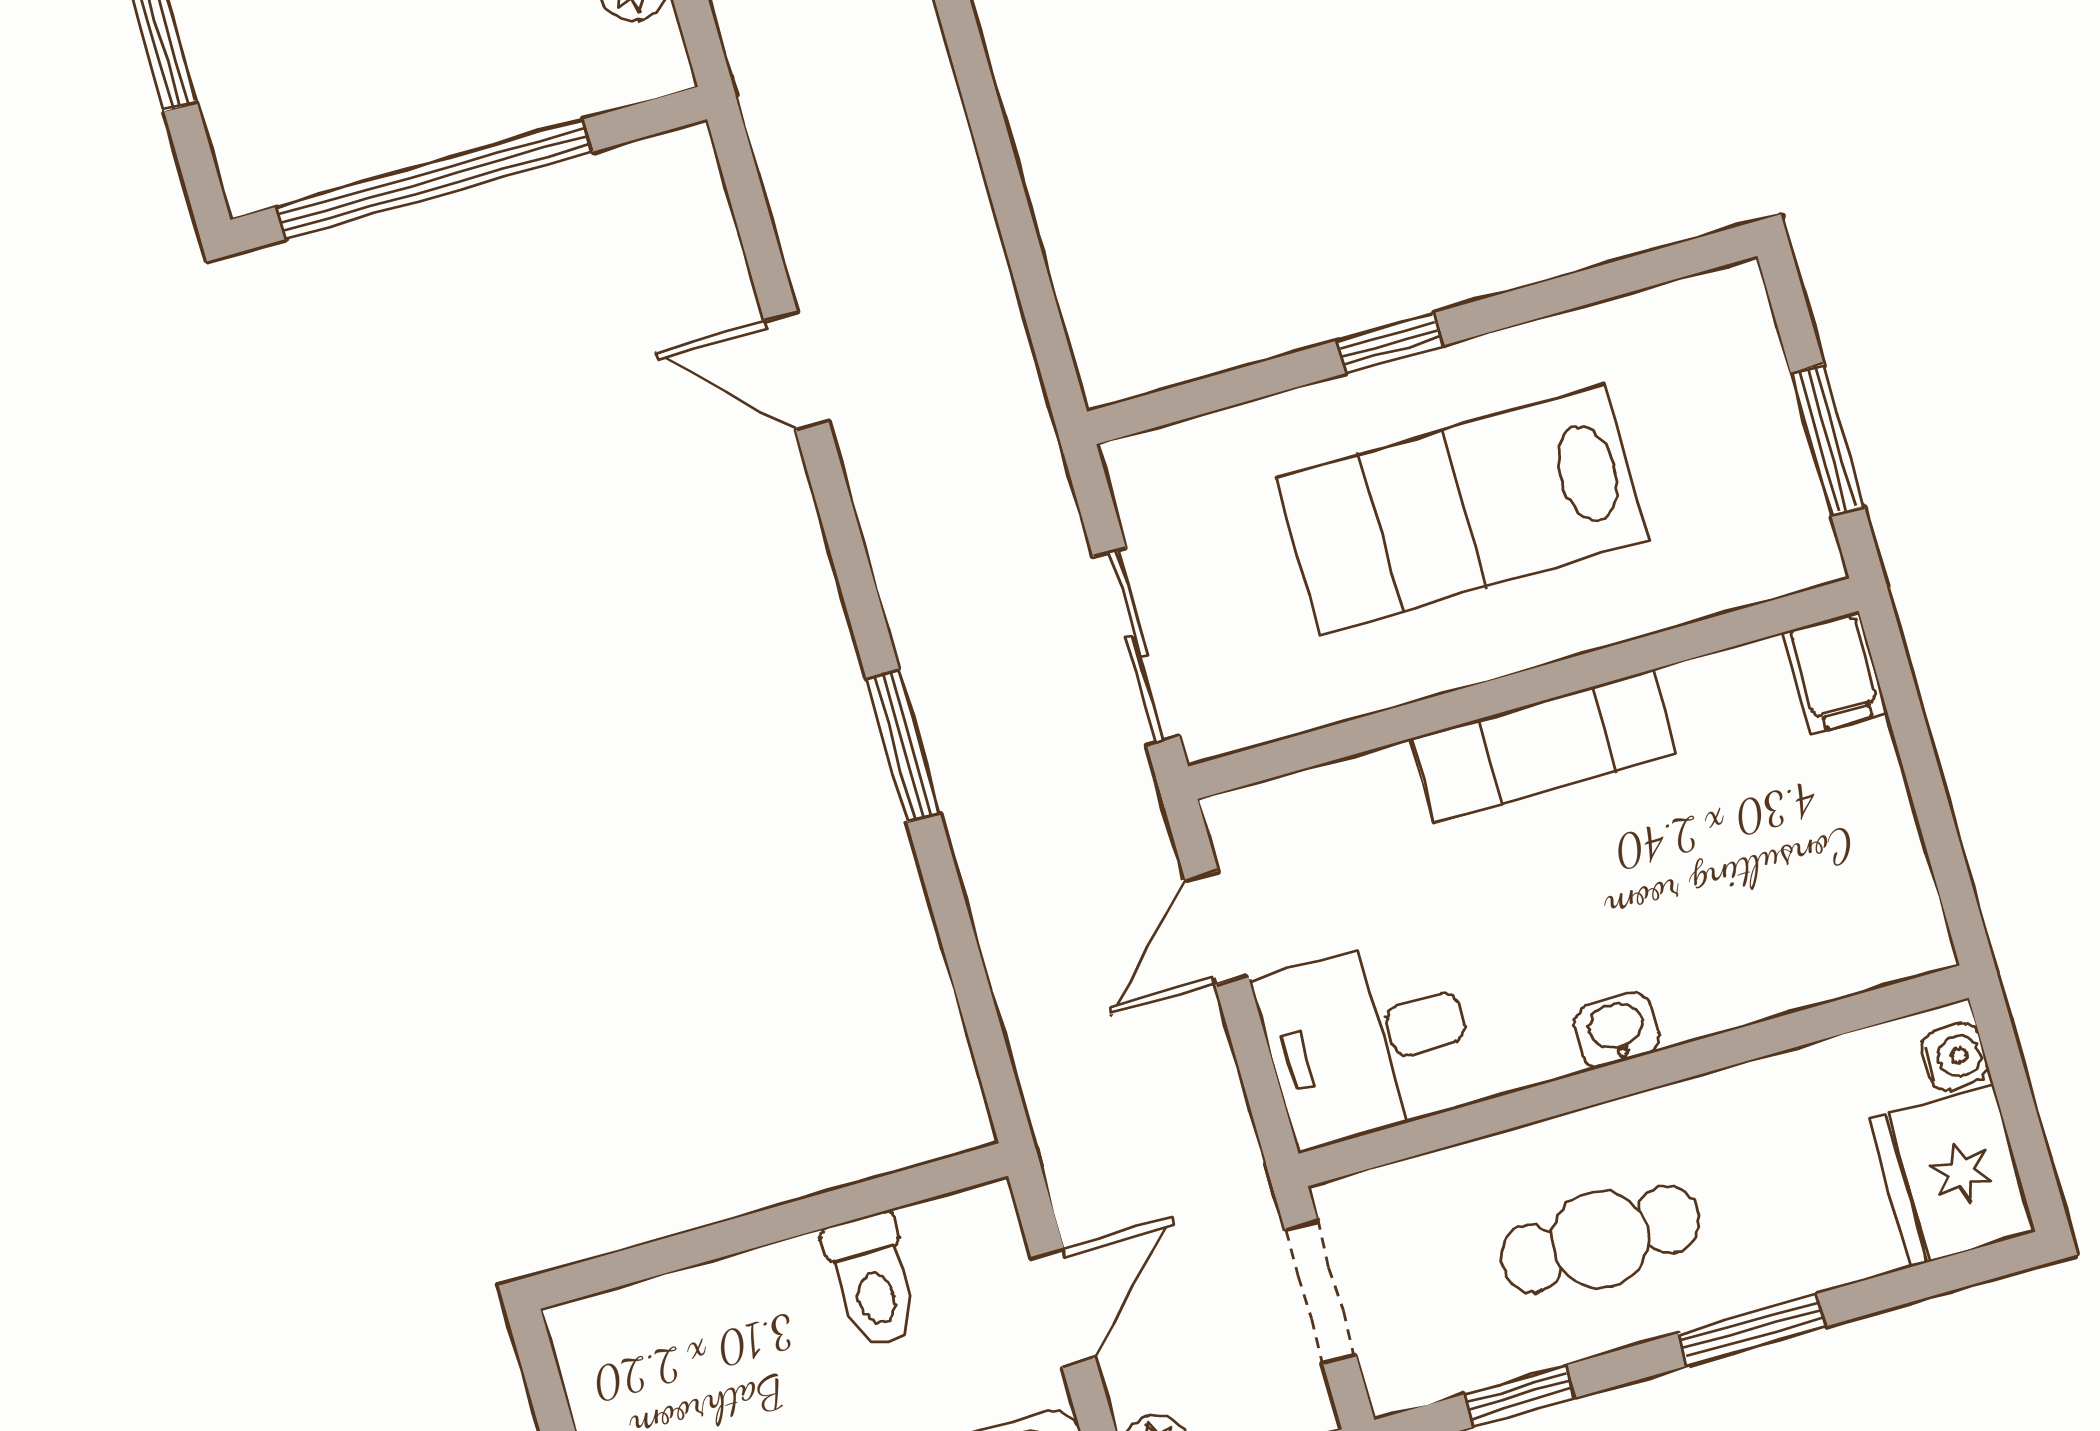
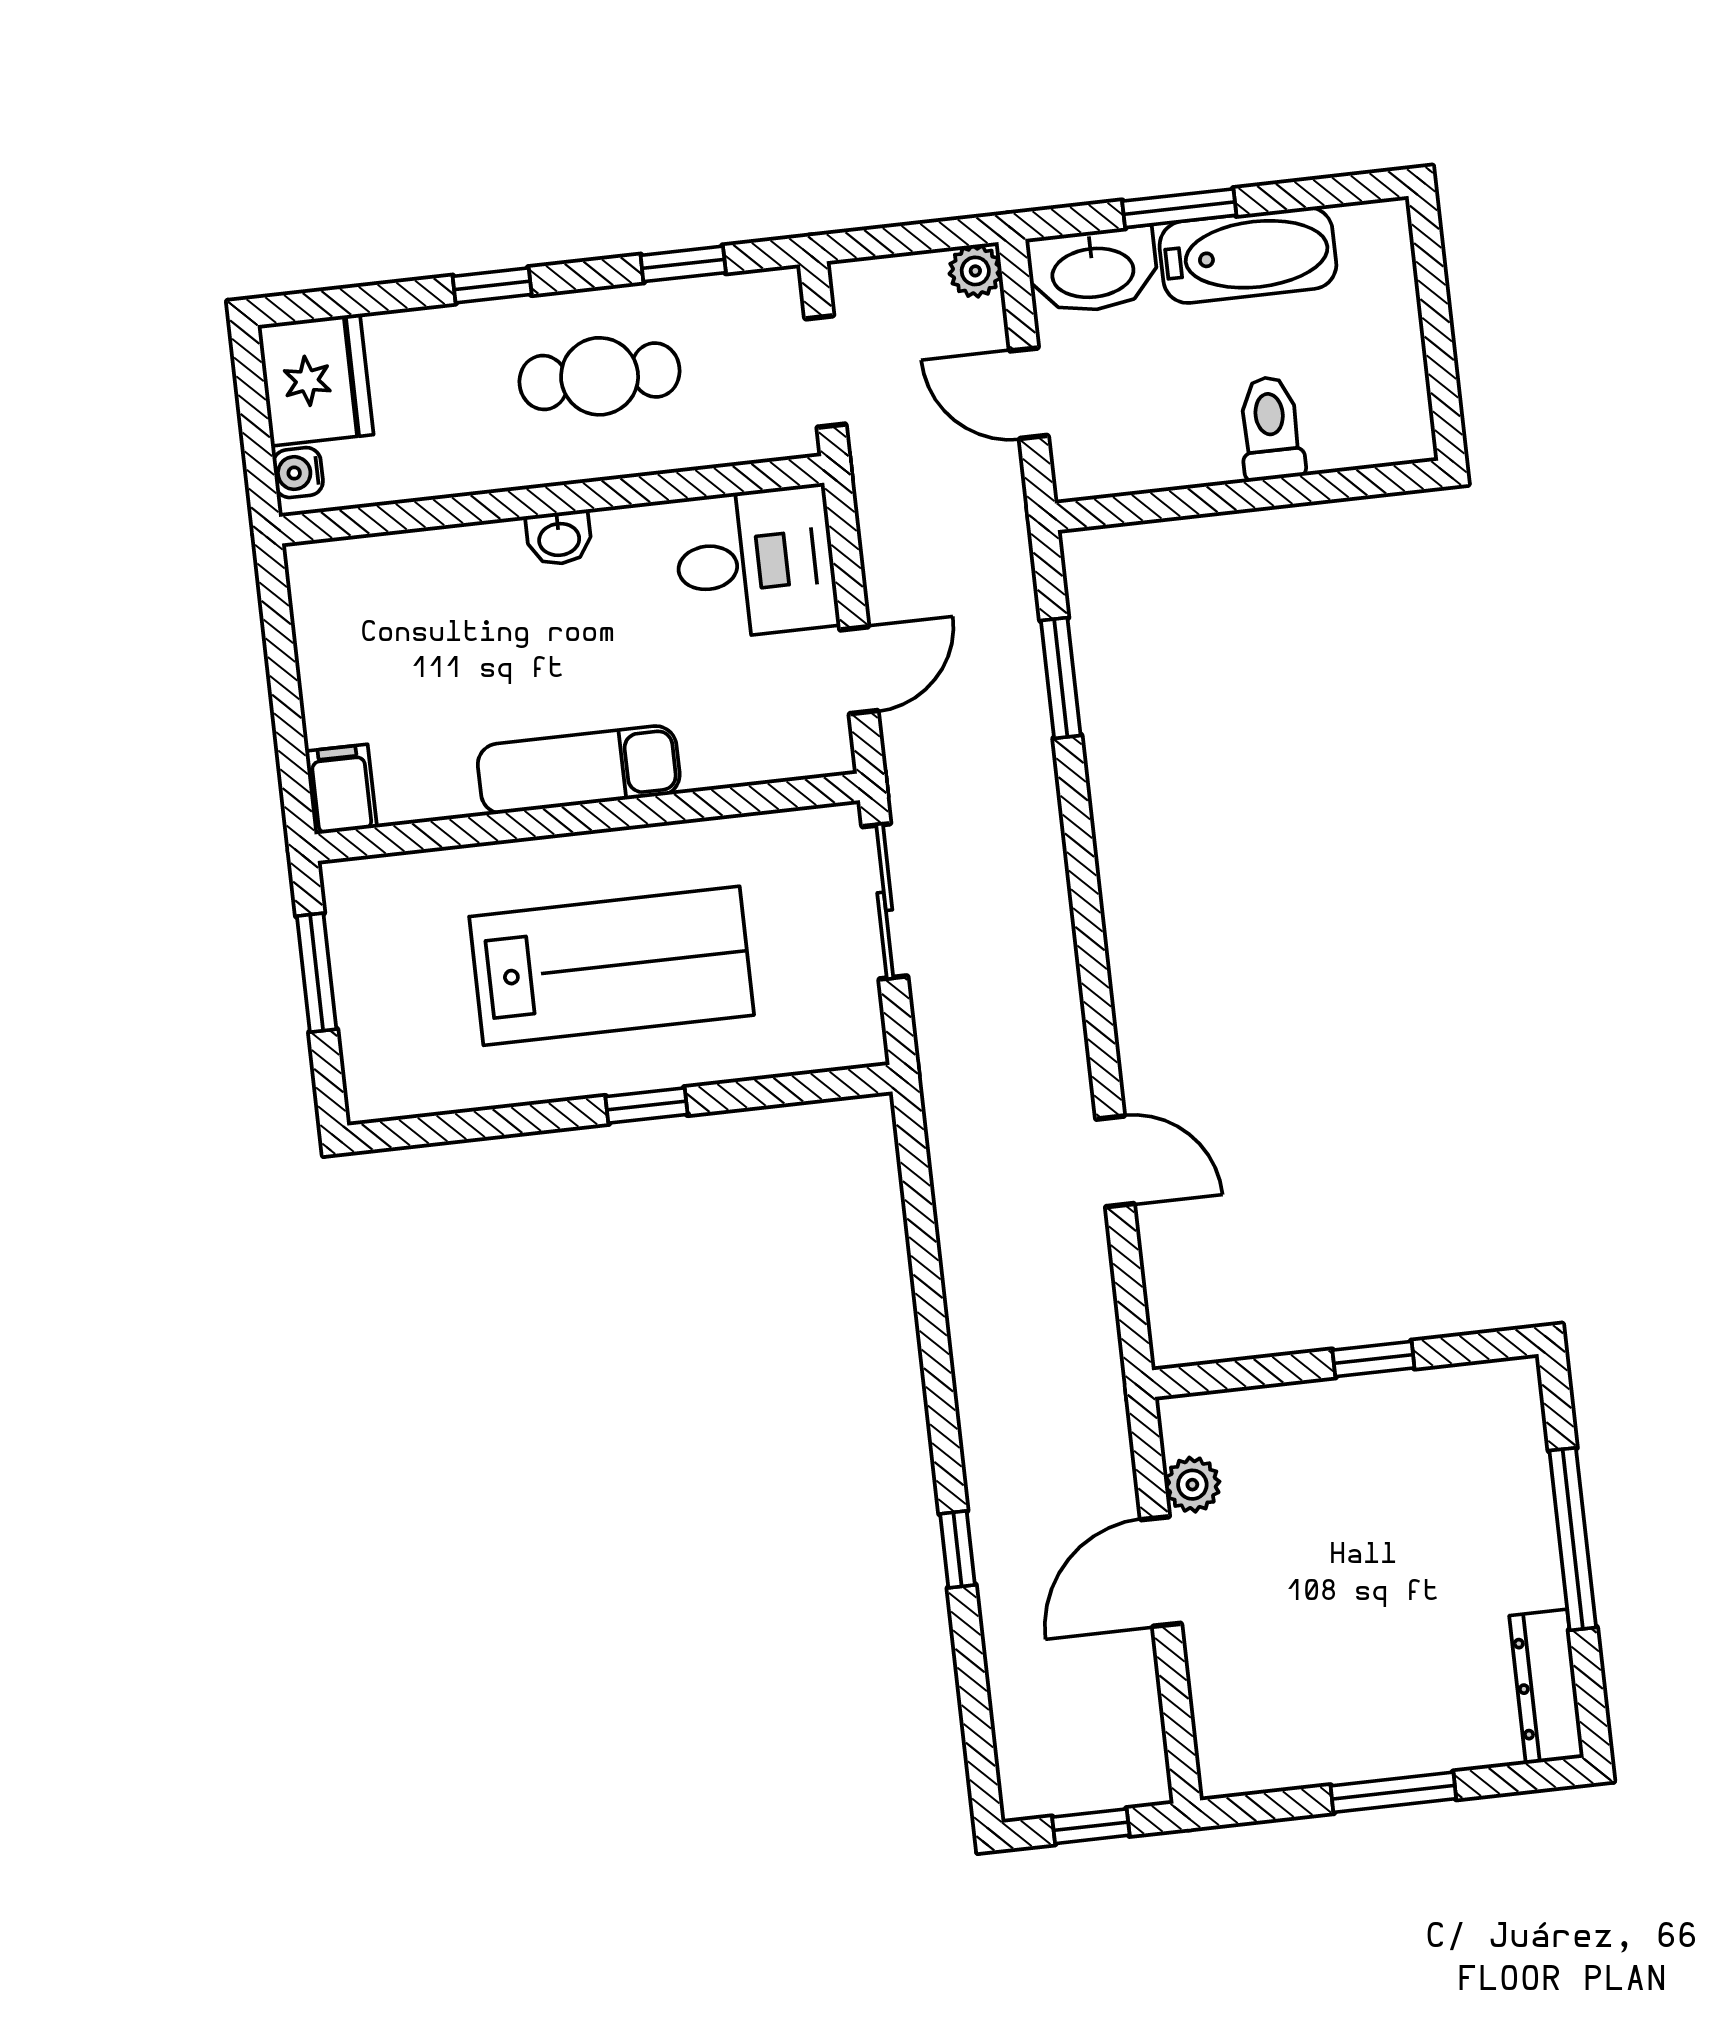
window: (434, 179) -> (1373, 1359), width x0.32
window: (903, 746) -> (1061, 678), moved
toilet: (872, 1281) -> (1271, 428), moved
door: (1063, 1307) -> (1029, 393), hinge flipped
window: (1752, 1330) -> (492, 285), width x0.67

